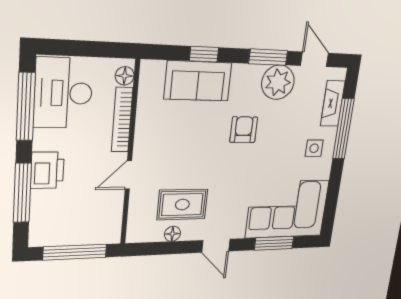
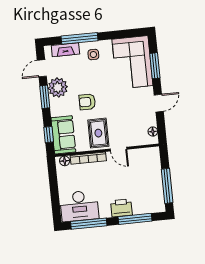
floor lamp: (125, 76) -> (65, 161), moved
bookcase: (122, 120) -> (88, 158), moved
wall: (130, 154) -> (107, 150), moved
door: (128, 175) -> (119, 149), moved
rug: (182, 205) -> (98, 133), moved

